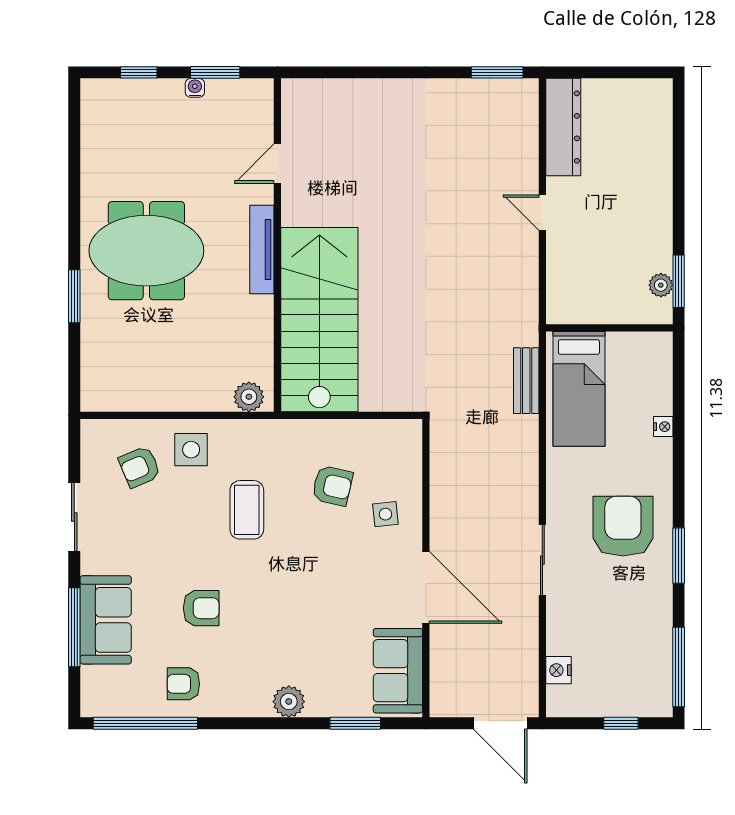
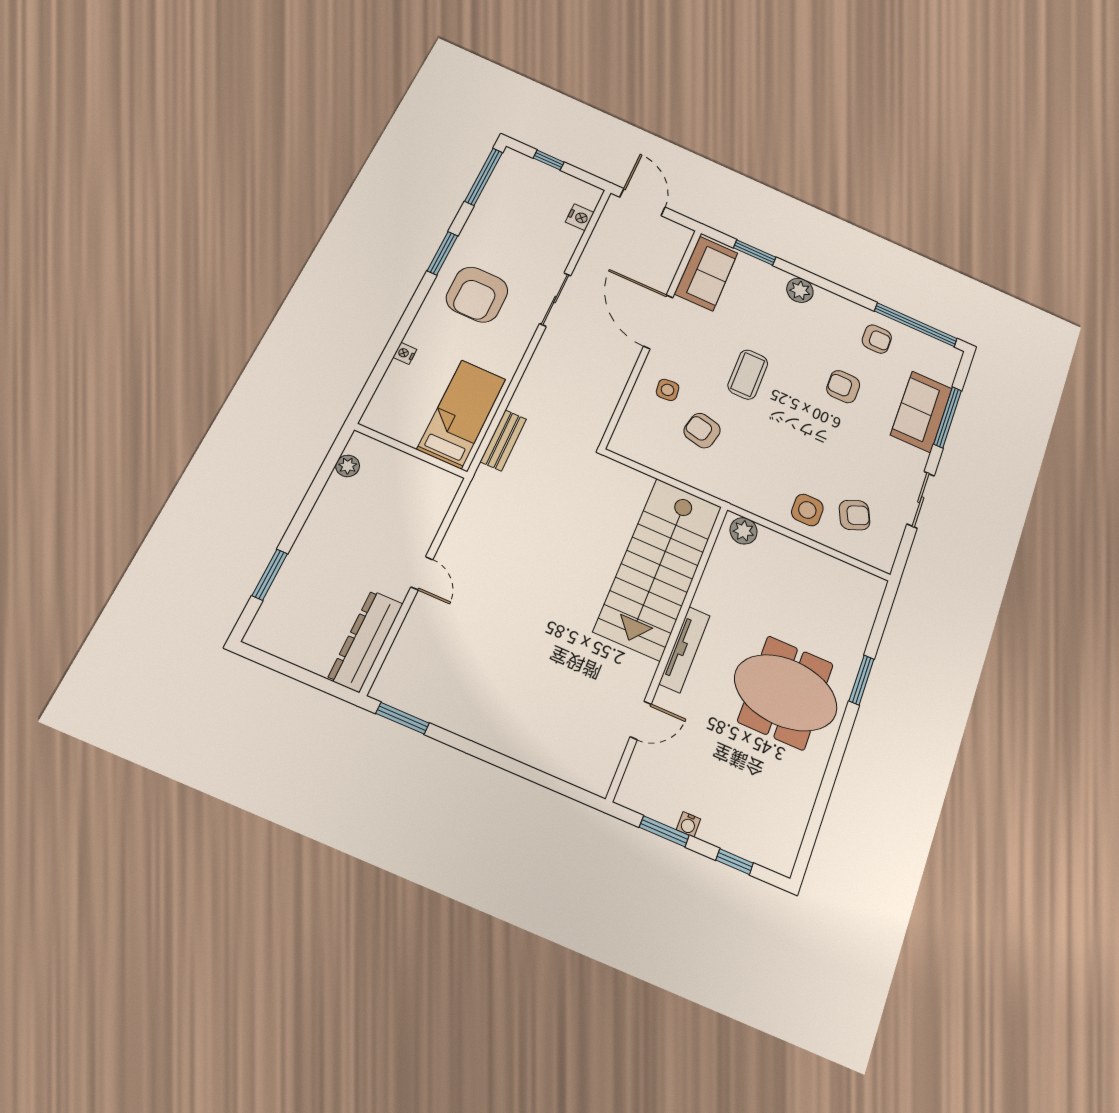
window: (679, 281) -> (270, 575), moved
coffee table: (247, 510) -> (748, 375), moved

